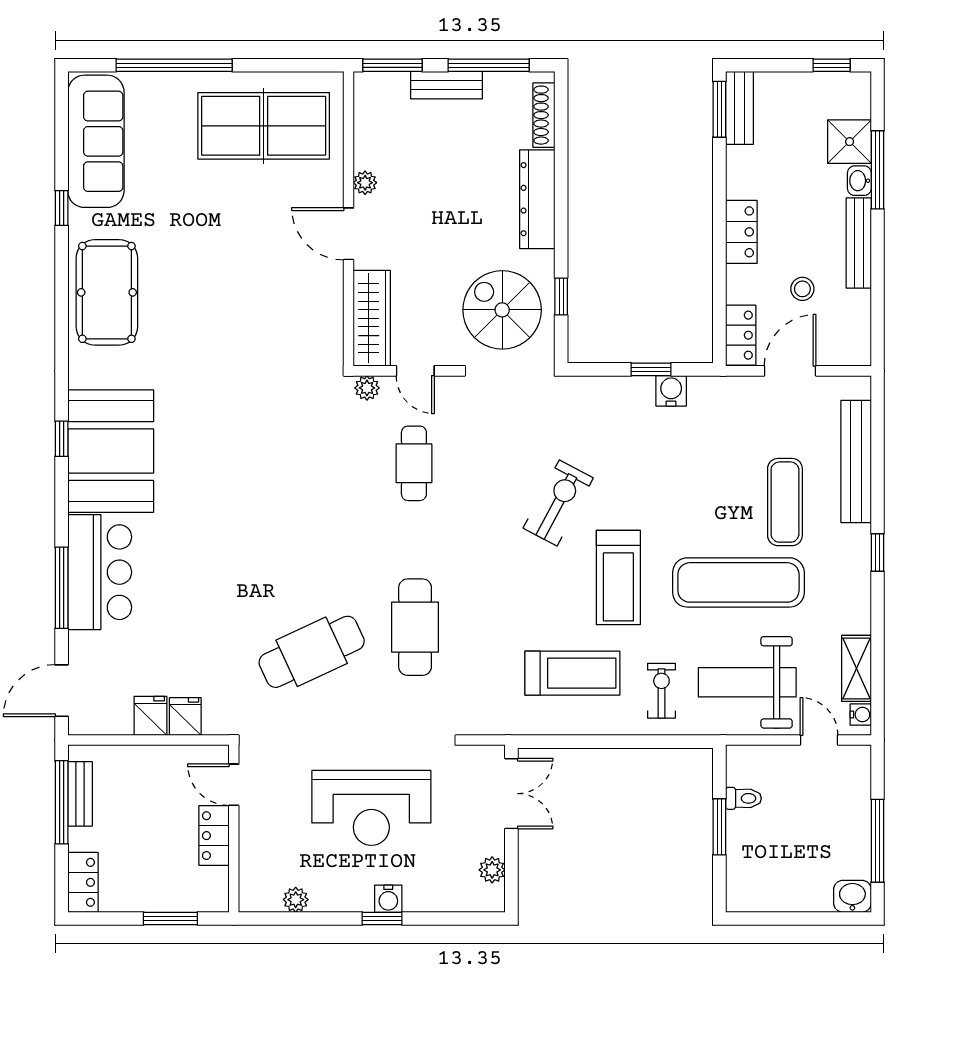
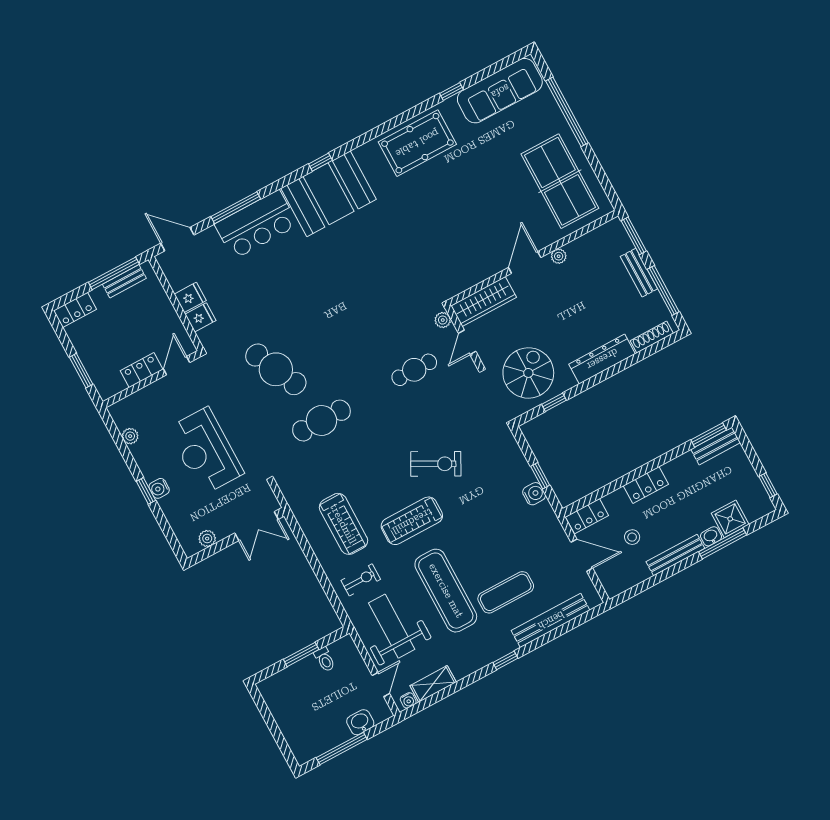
washbasin: (852, 896) -> (360, 722), moved, turned -90

